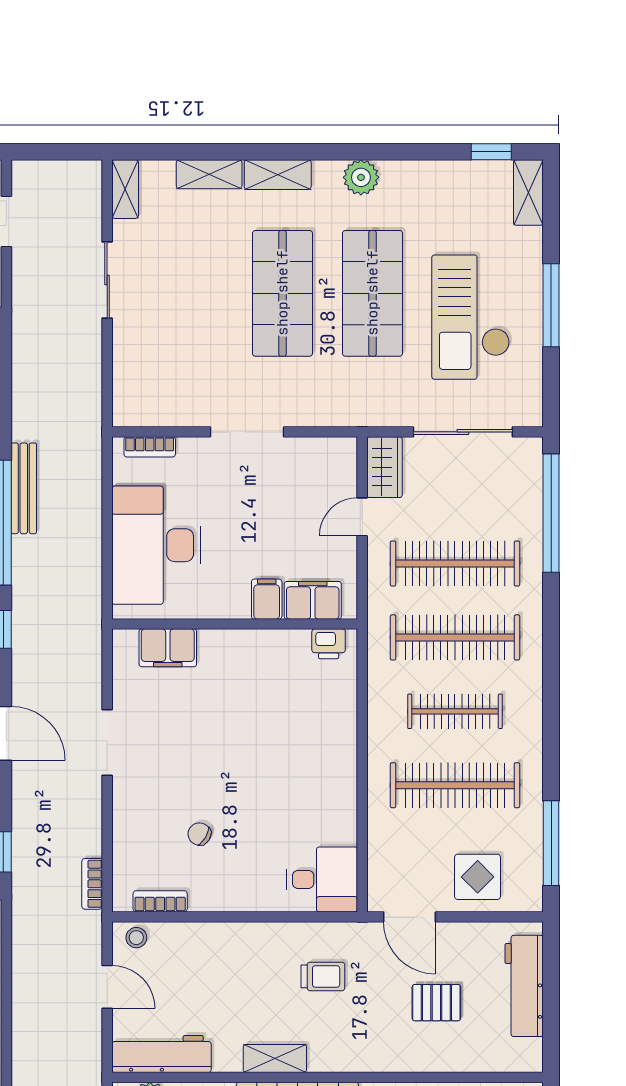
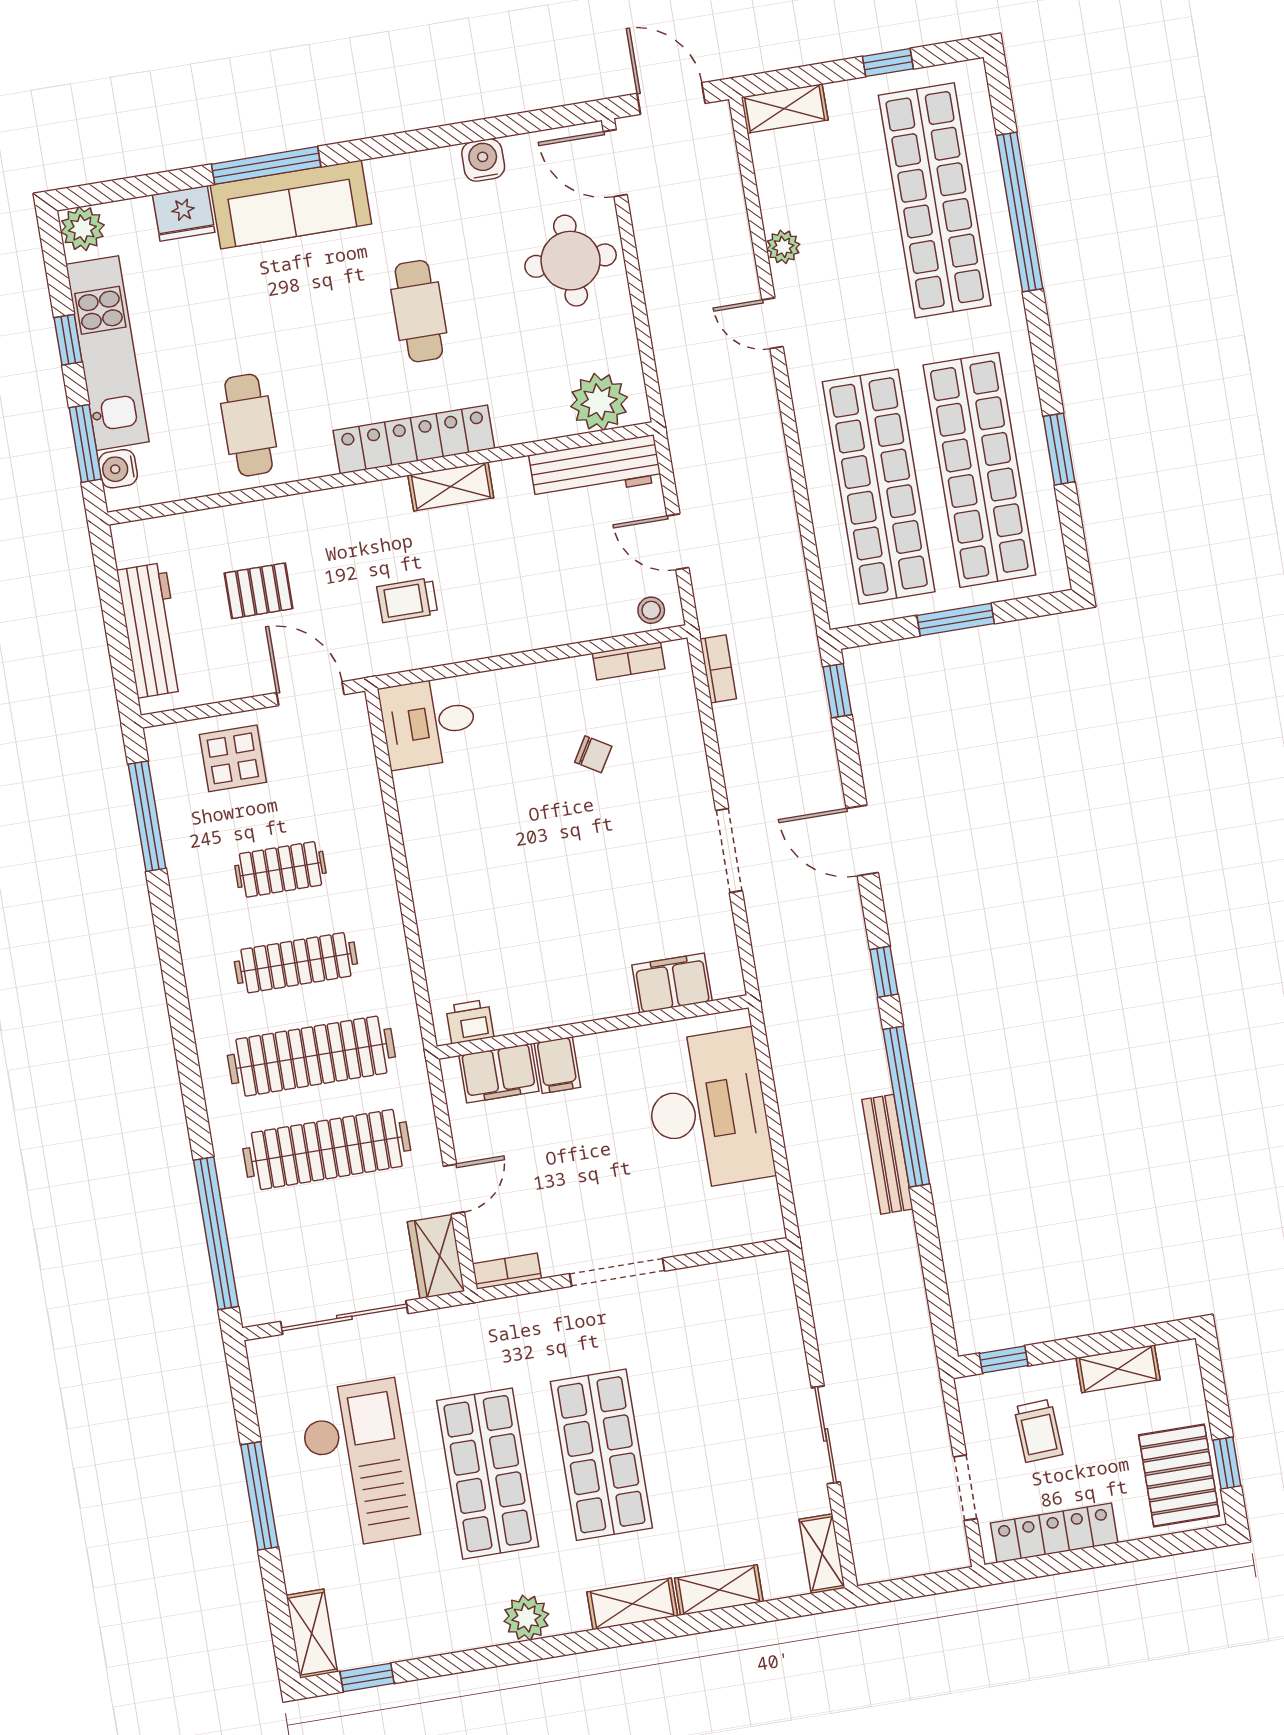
bookcase: (150, 447) -> (507, 1271), moved
clothes rail: (455, 785) -> (280, 869), width x0.54, depth x0.76

